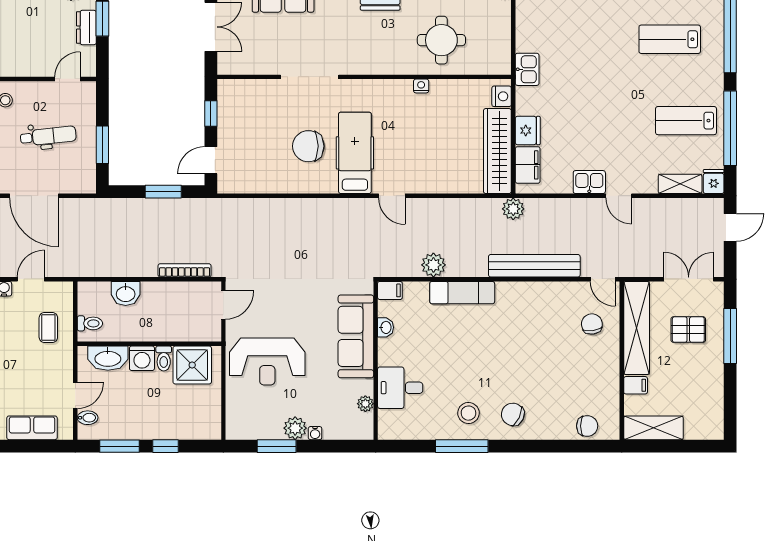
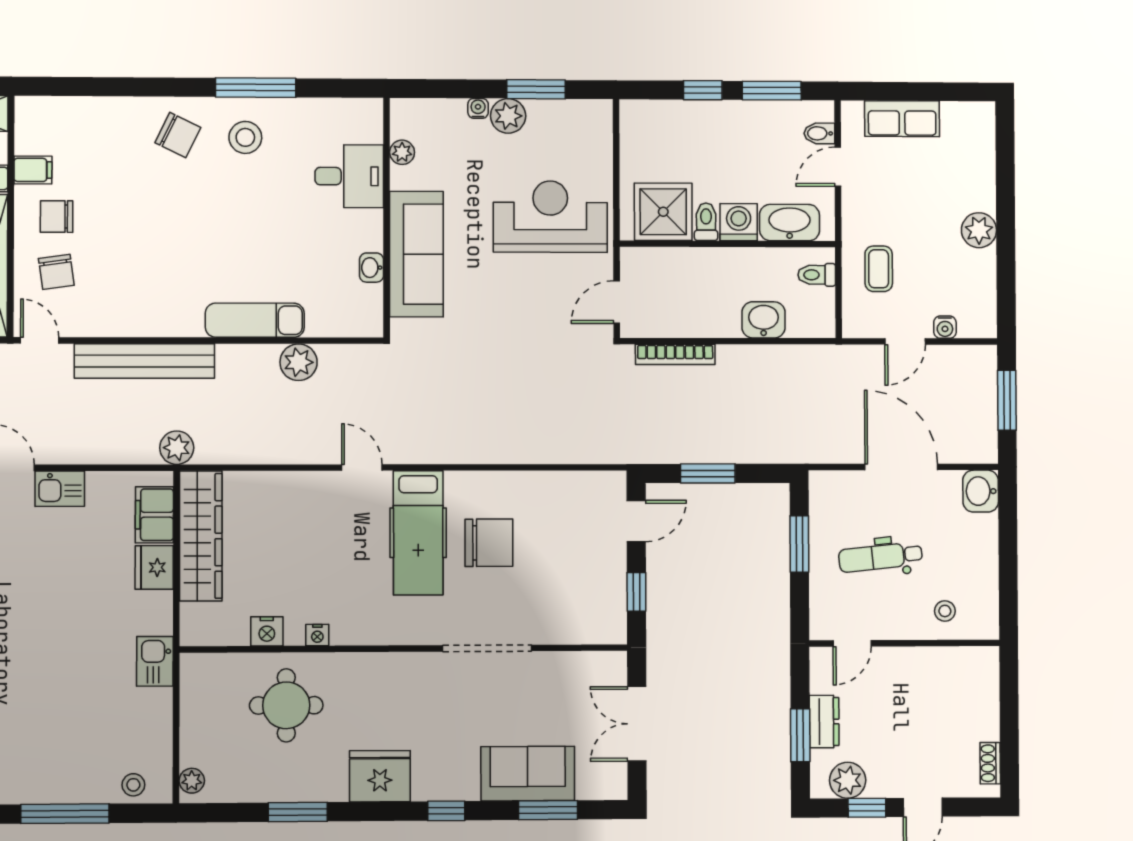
nightstand: (502, 96) -> (267, 631), moved, turned -90
filing cabinet: (390, 290) -> (33, 170), moved, turned 180
chair: (587, 426) -> (57, 217), moved

